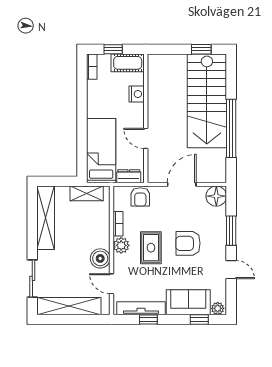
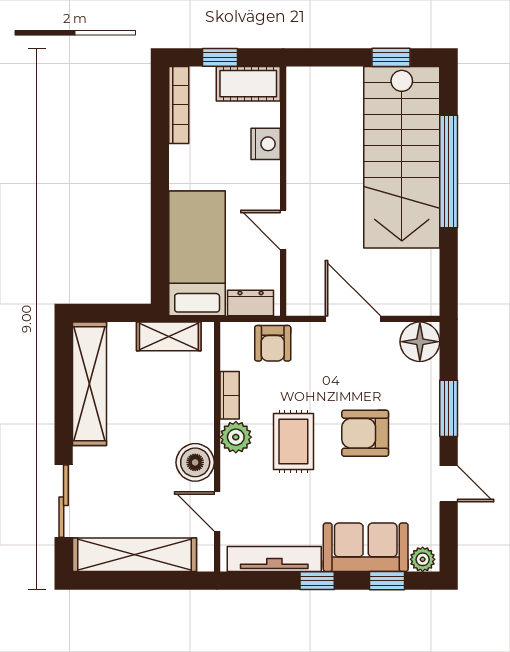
bookcase: (92, 67) -> (179, 105), width x1.56
window: (231, 128) -> (449, 172), moved
door: (182, 184) -> (353, 319), hinge flipped
window: (148, 319) -> (317, 581), moved

